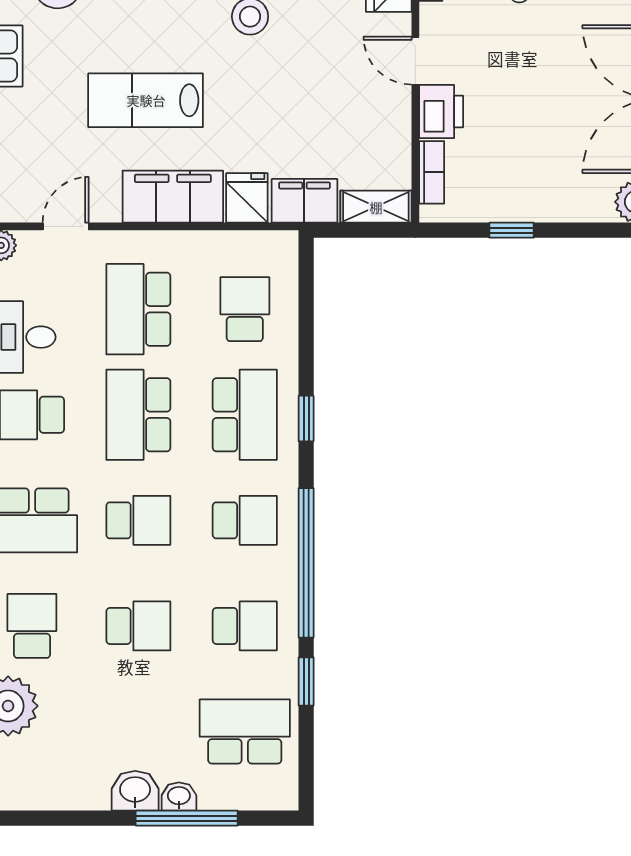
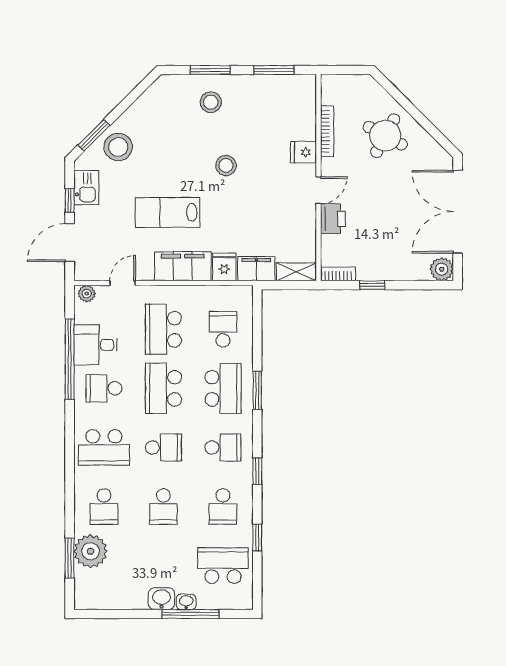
door: (415, 61) -> (318, 190), swing flipped
bookcase: (432, 172) -> (338, 274), moved, turned -90
window: (306, 419) -> (257, 390), width x1.50
window: (306, 563) -> (257, 471), width x0.32
school desk: (32, 626) -> (104, 506), turned 180
school desk: (138, 626) -> (163, 506), turned 90
school desk: (245, 626) -> (223, 506), turned 90

